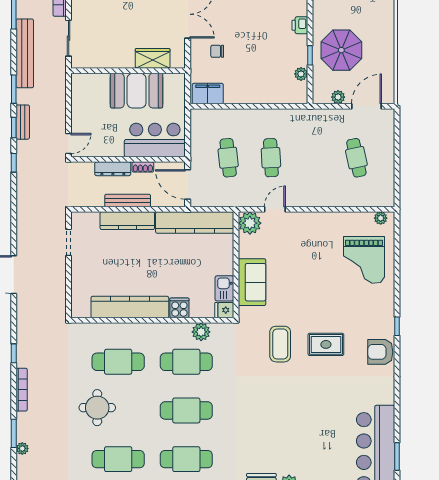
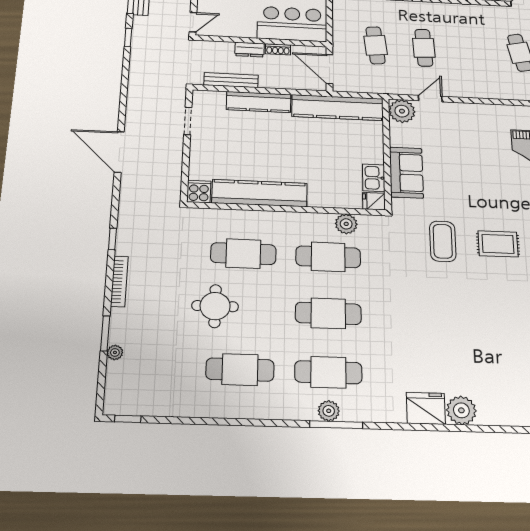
dresser: (113, 169) -> (250, 50), width x0.70
bench: (128, 200) -> (231, 80), moved
cooker: (179, 308) -> (199, 192), moved

